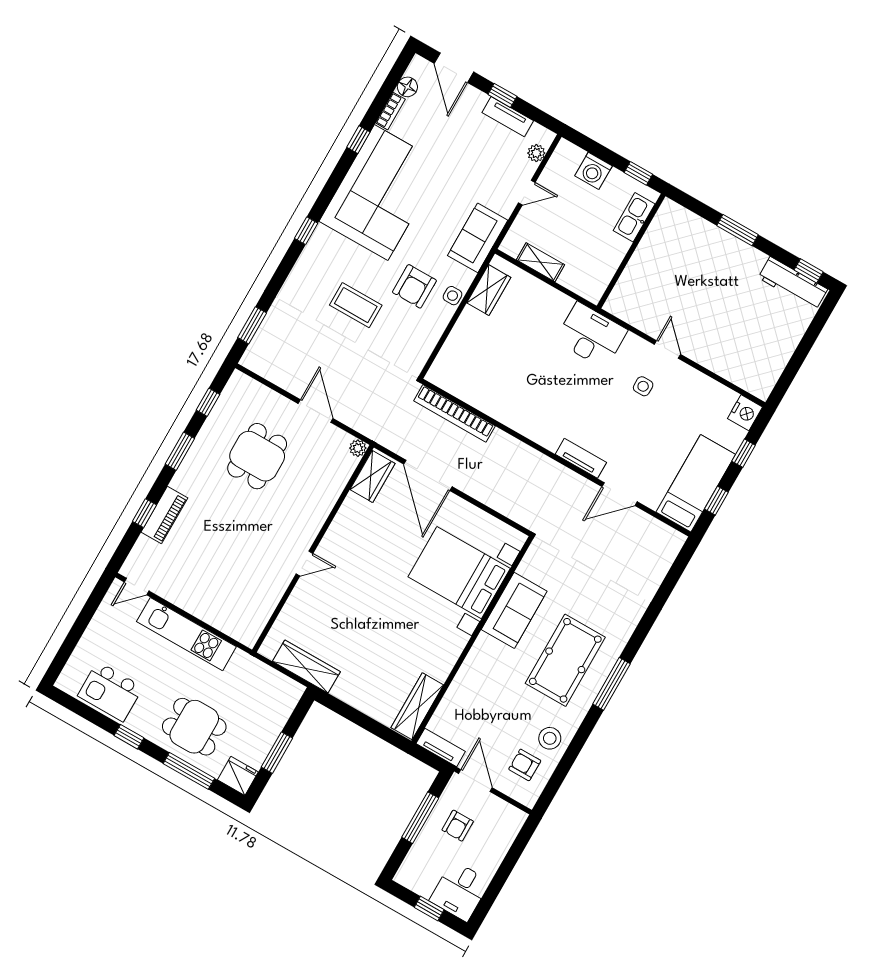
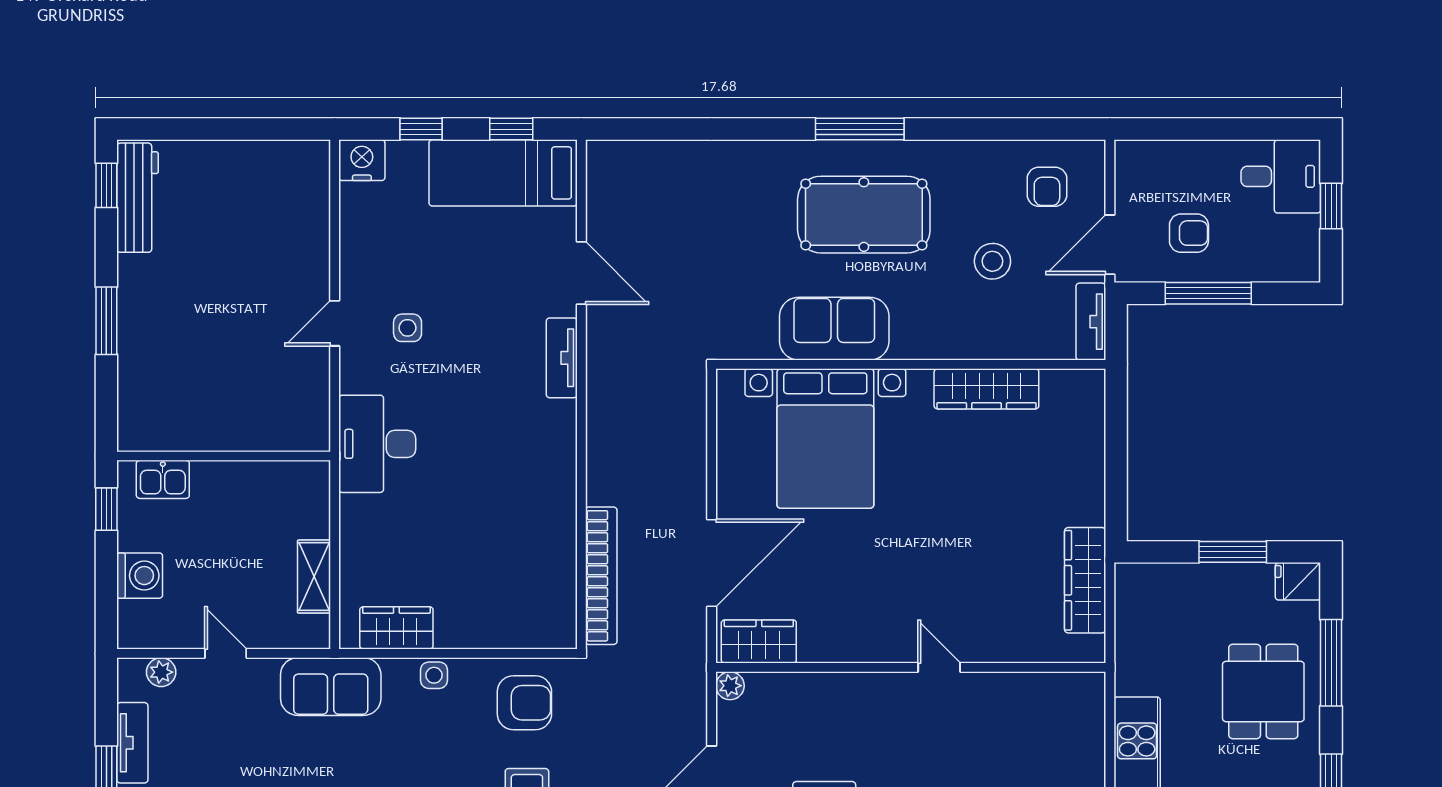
kitchen sink: (634, 217) -> (163, 479), width x0.73
armchair: (414, 286) -> (524, 703), moved
wardrobe: (417, 706) -> (986, 389), moved
stool: (550, 738) -> (992, 261), moved
fridge: (238, 776) -> (1298, 581), width x0.72

